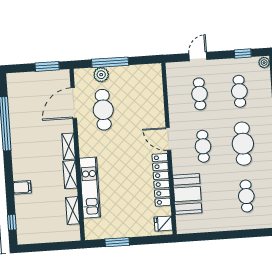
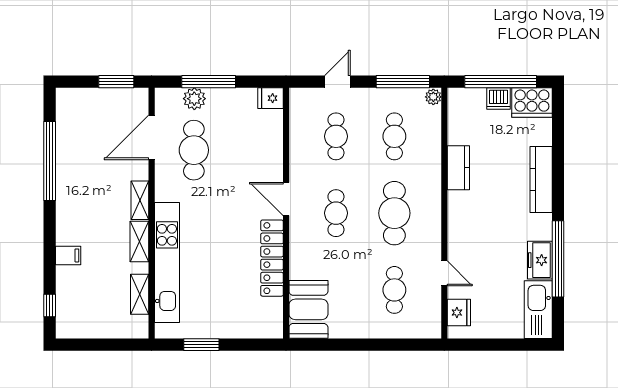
window: (243, 54) -> (403, 82), width x2.17
kitchen unit: (90, 188) -> (167, 262), width x1.36
booth: (187, 194) -> (308, 309), moved
fridge: (163, 224) -> (270, 98), moved

